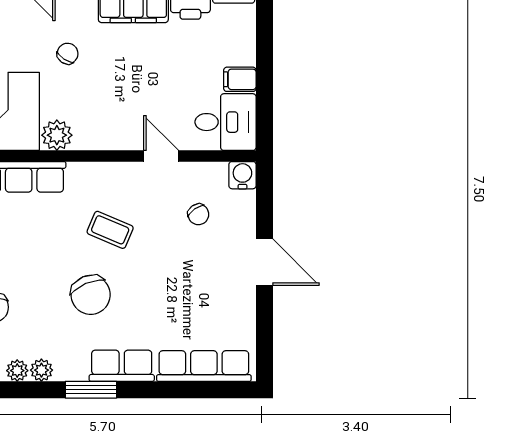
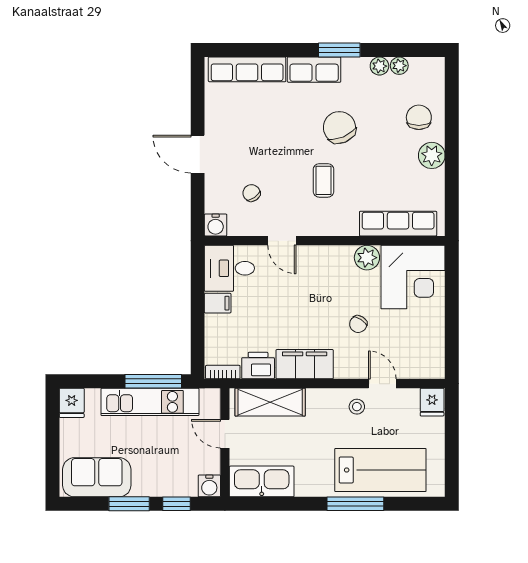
coffee table: (110, 230) -> (324, 180), turned 67

